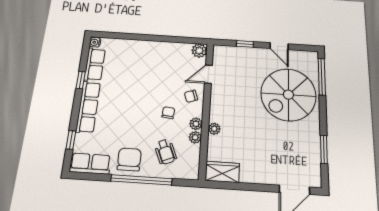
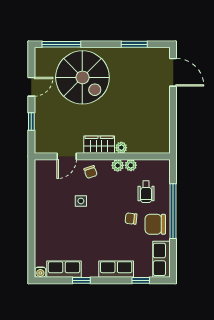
plant: (199, 51) -> (42, 167), removed
door: (208, 74) -> (67, 156), hinge flipped
side table: (162, 85) -> (81, 201), added
row of seats: (88, 107) -> (116, 269), width x0.68
chair: (168, 113) -> (131, 219), moved
wheelchair: (165, 152) -> (146, 192), turned 113
wardrobe: (222, 172) -> (99, 145), moved, turned 90

